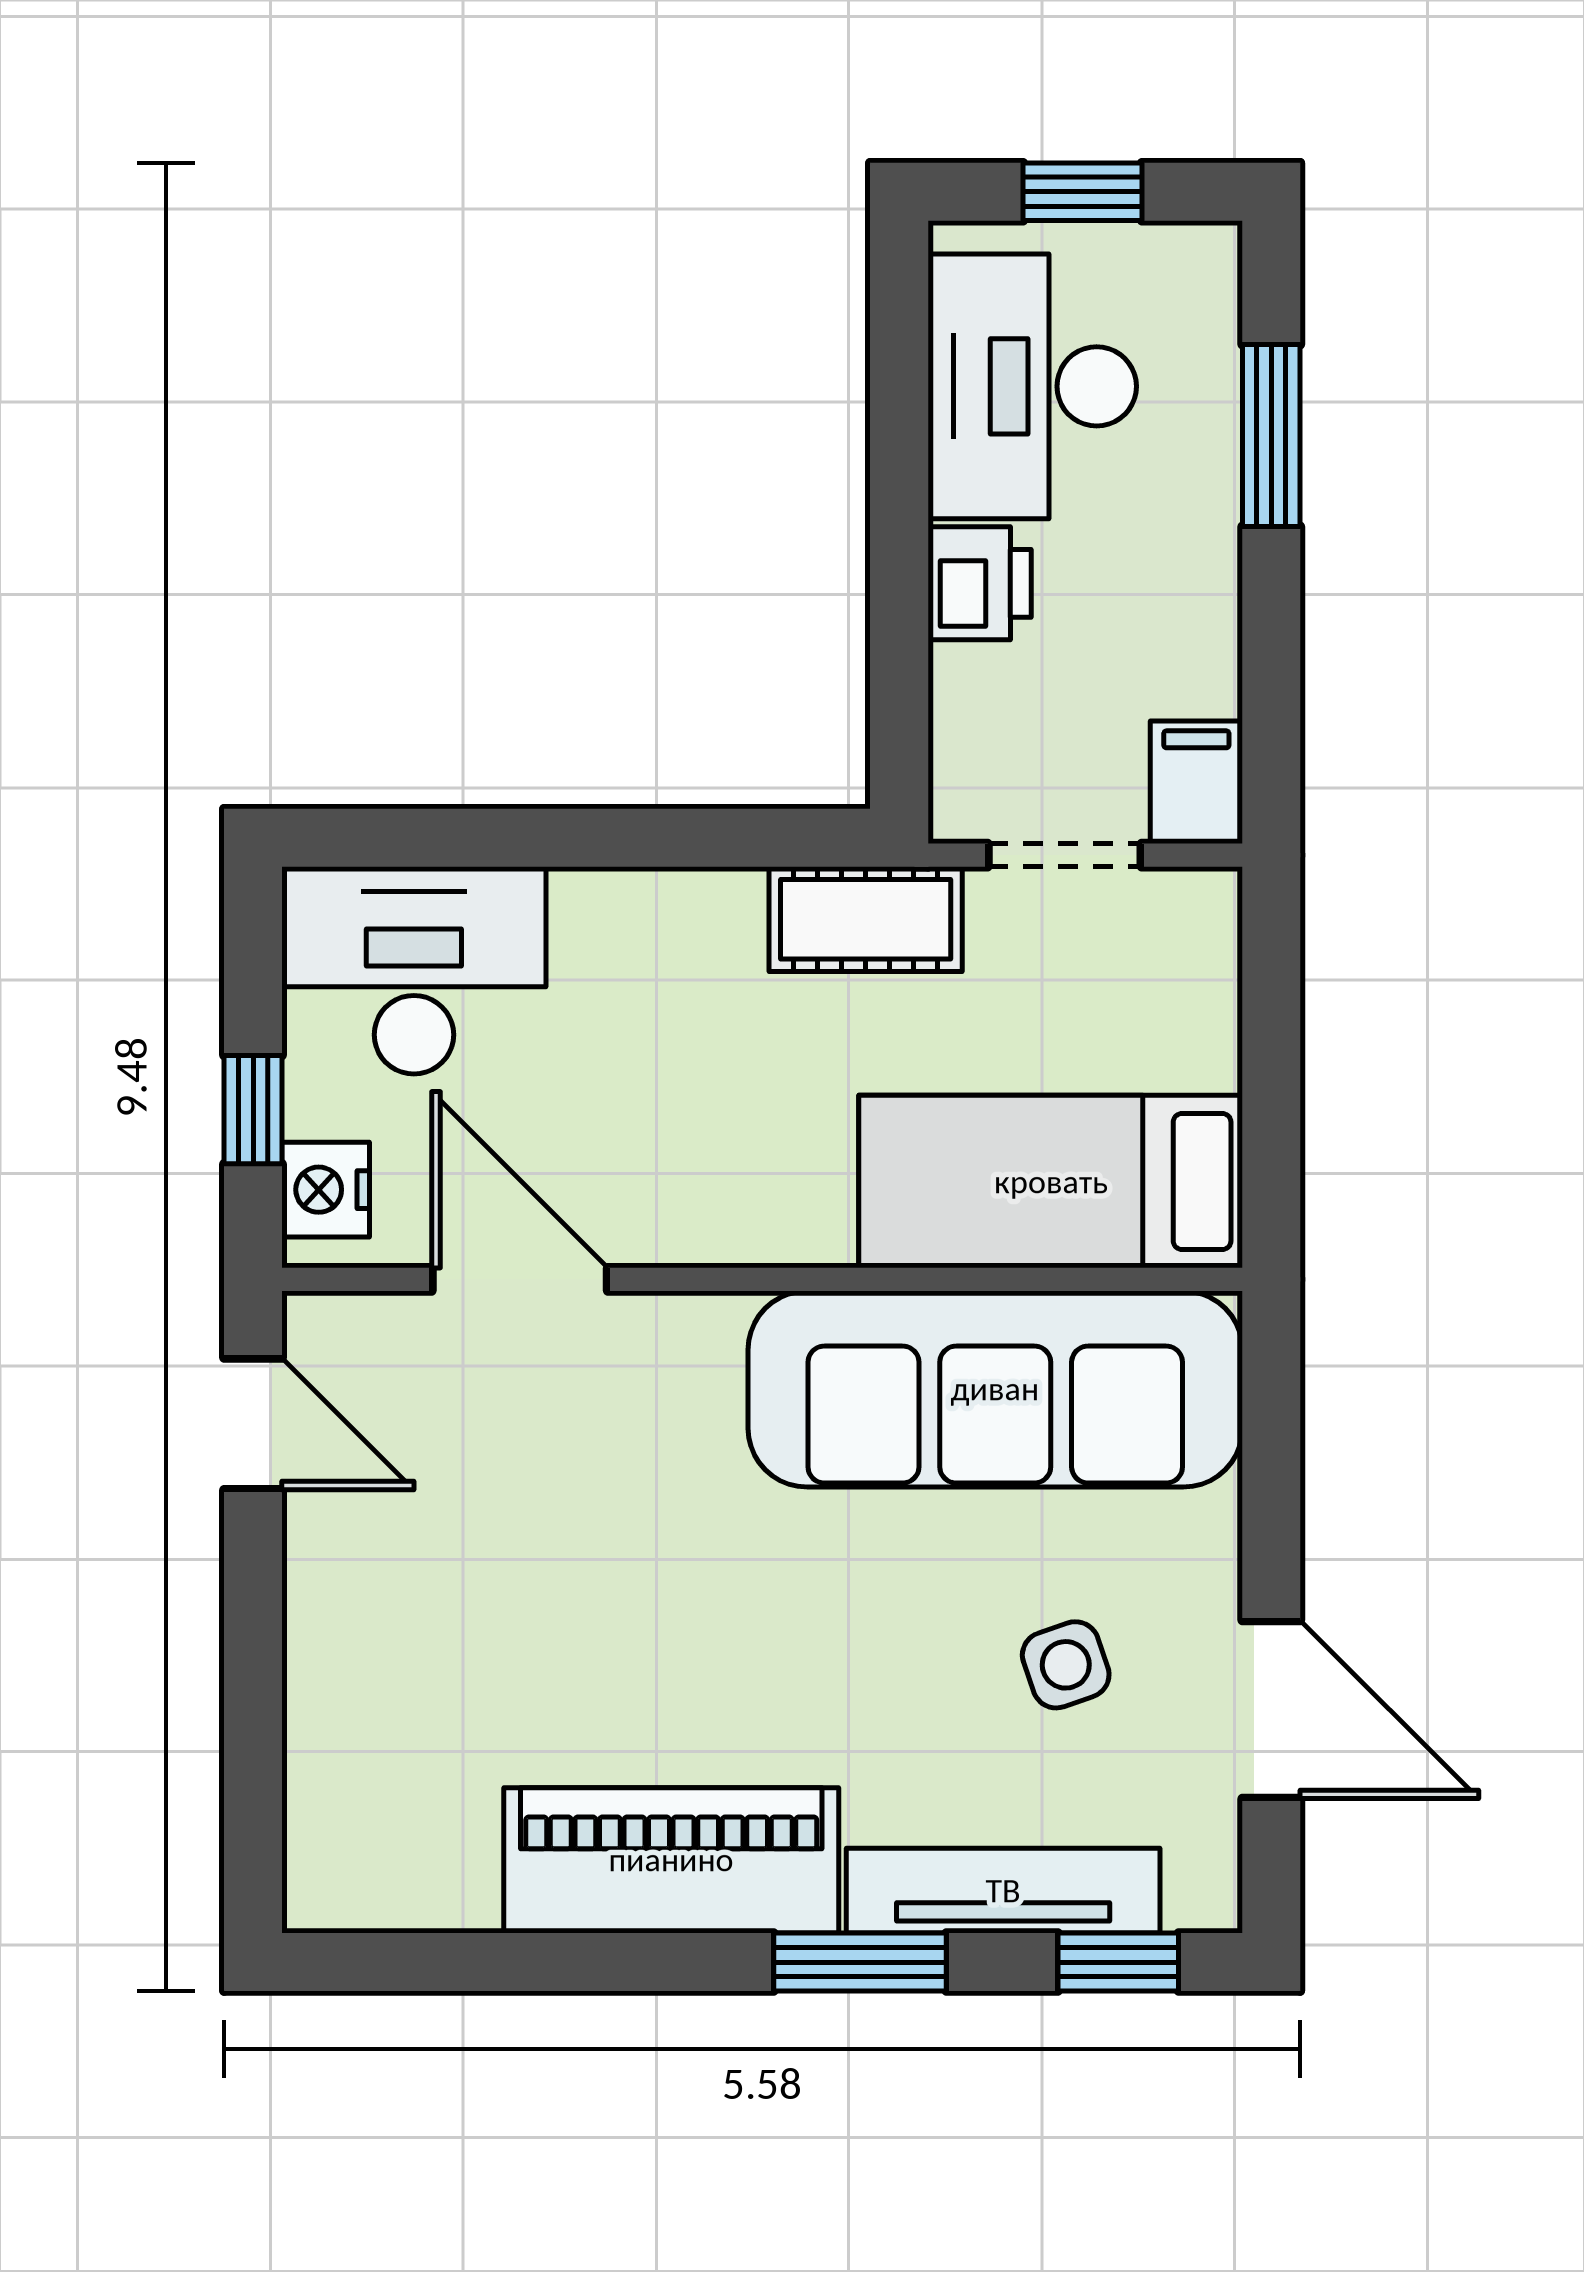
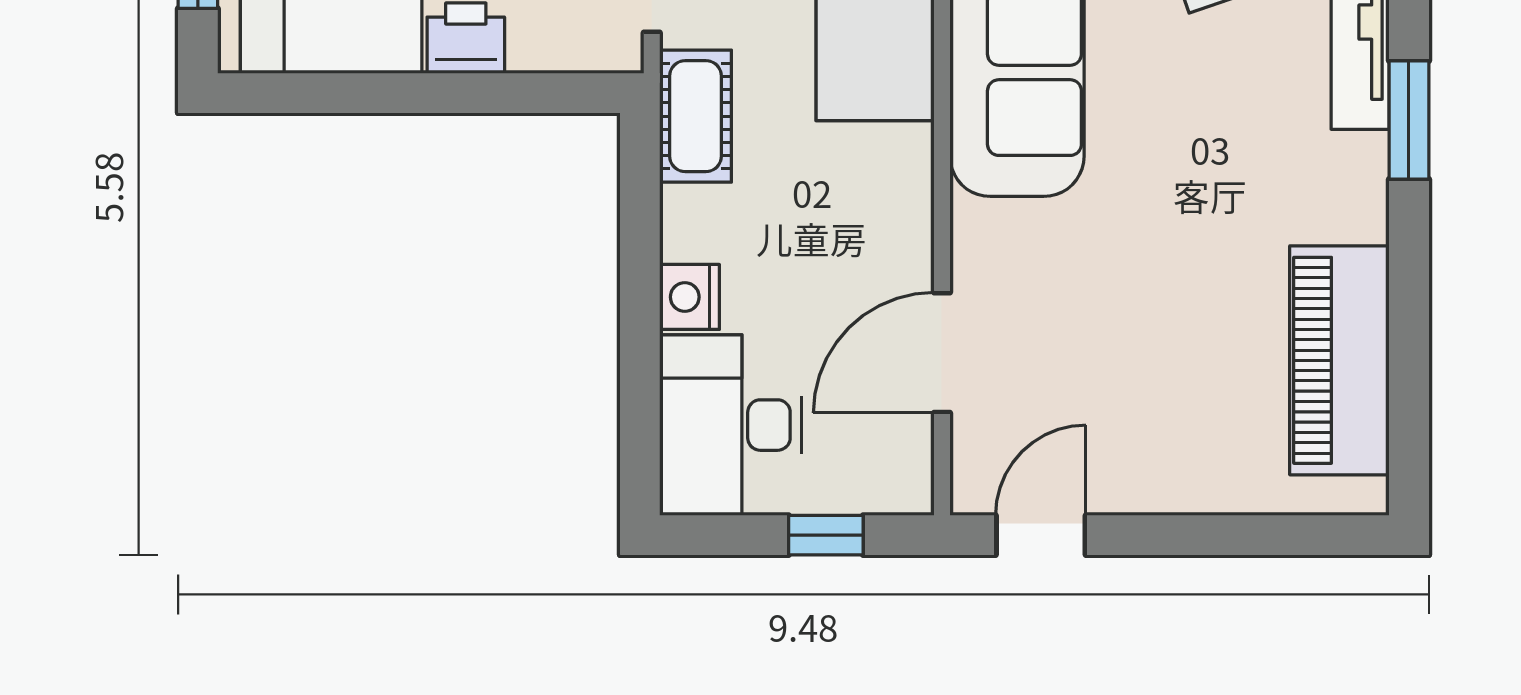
nightstand: (326, 1190) -> (690, 297), moved, turned 90
piano: (671, 1860) -> (1339, 360), moved

